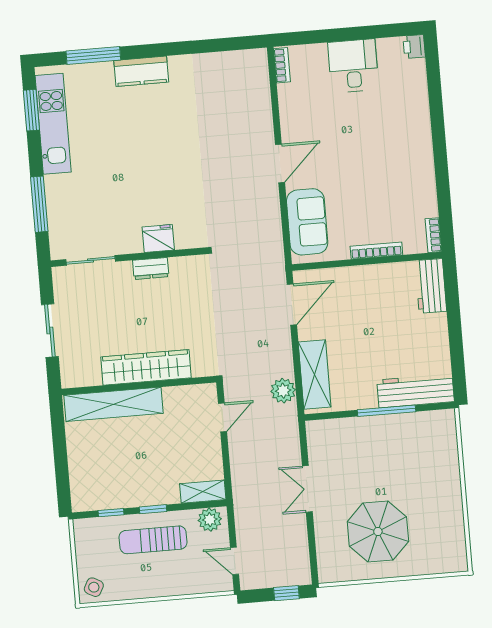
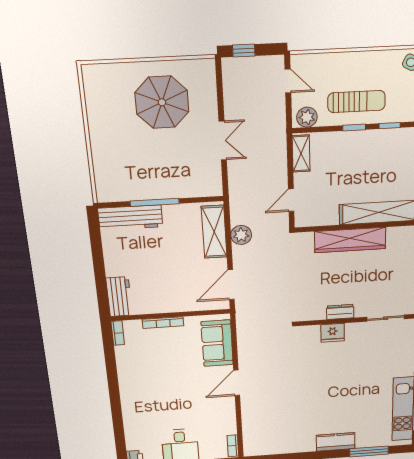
plant: (283, 391) -> (241, 235), moved
shelving: (203, 492) -> (301, 154), moved, turned 90

